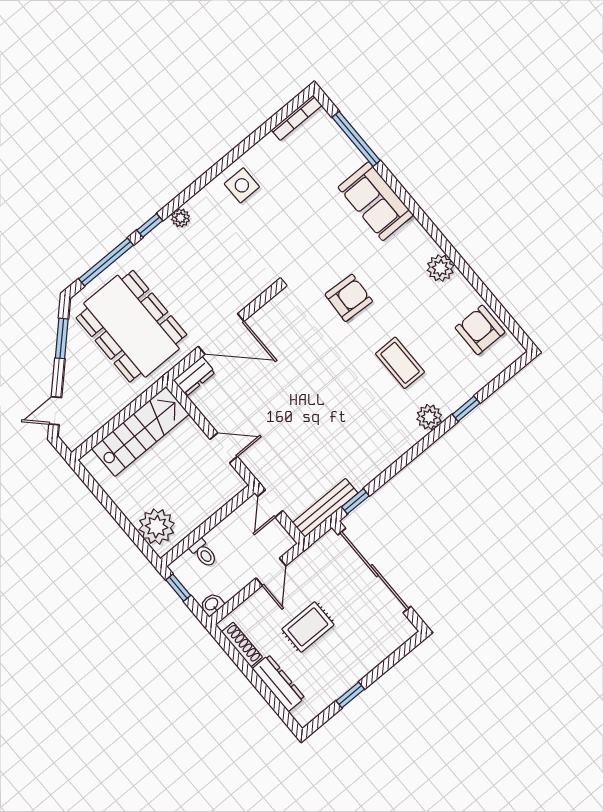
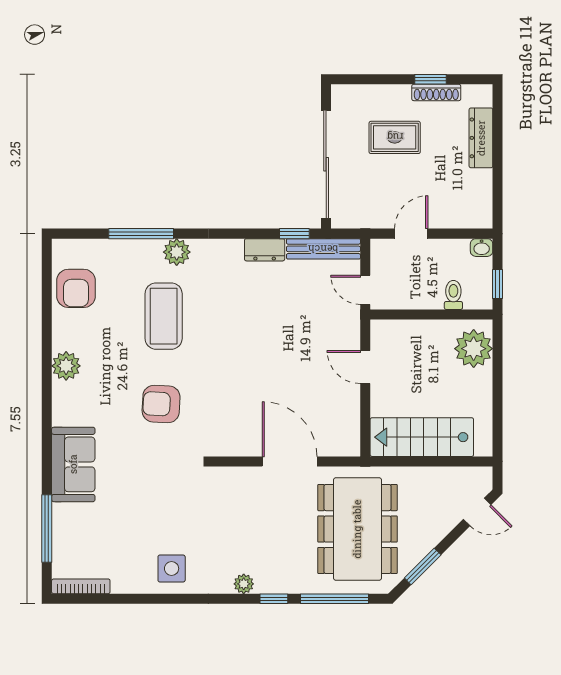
coffee table: (400, 363) -> (164, 316), width x1.36, depth x1.32
dresser: (194, 376) -> (265, 250), moved, turned 180
window: (466, 409) -> (141, 234), width x2.17
door: (270, 504) -> (365, 290), swing flipped
rug: (308, 627) -> (395, 137), moved
shoe rack: (242, 645) -> (436, 92), moved, turned -90

